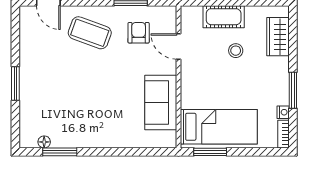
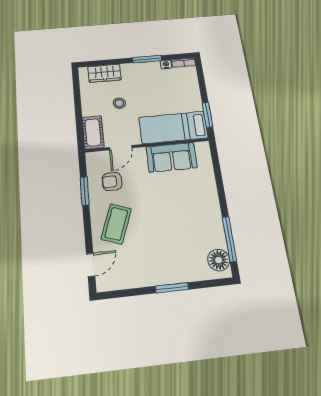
cot: (224, 17) -> (93, 132), moved
bed: (219, 127) -> (173, 128), moved, turned -90
floor lamp: (44, 142) -> (219, 260), width x1.89, depth x1.89
window: (60, 152) -> (229, 239), width x1.44

